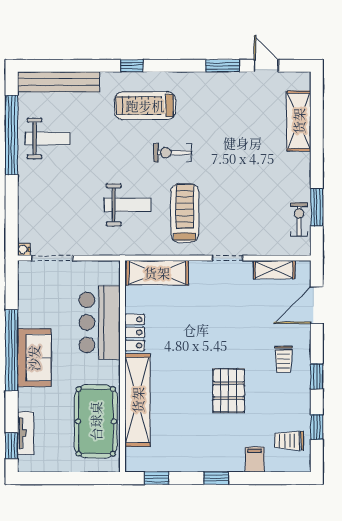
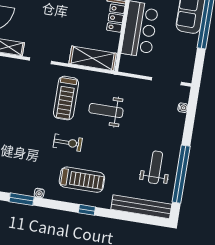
water cooler: (200, 78) -> (39, 193), added
weight bench: (48, 138) -> (155, 167), turned 90
water cooler: (24, 249) -> (183, 108), moved

